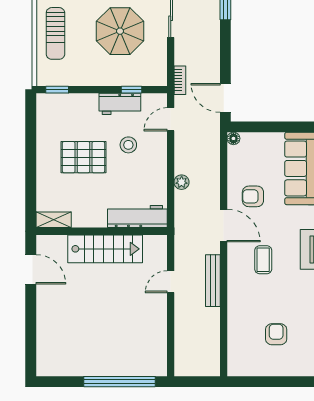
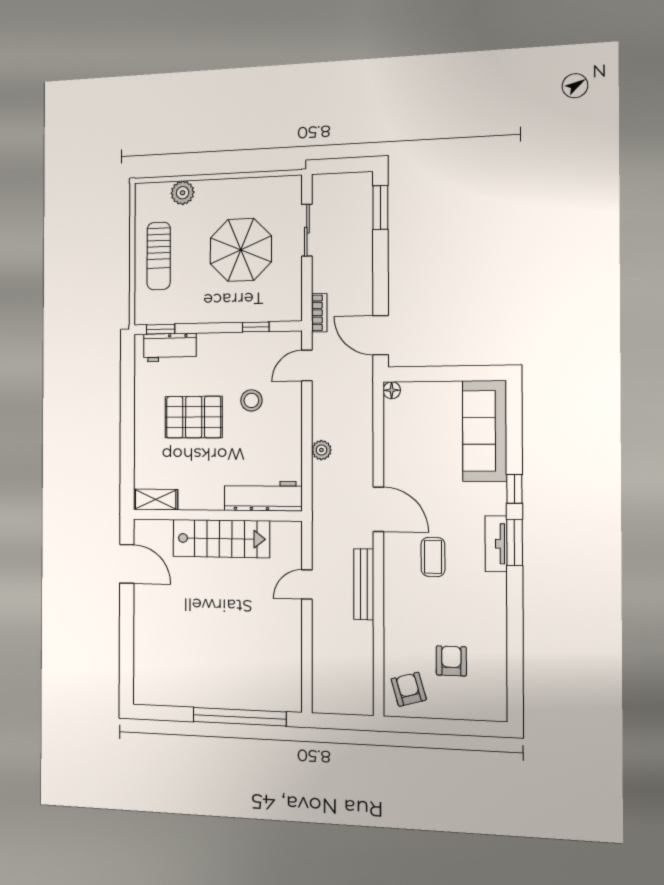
workbench: (120, 104) -> (170, 348), moved
armchair: (253, 196) -> (409, 689), moved, turned 74

